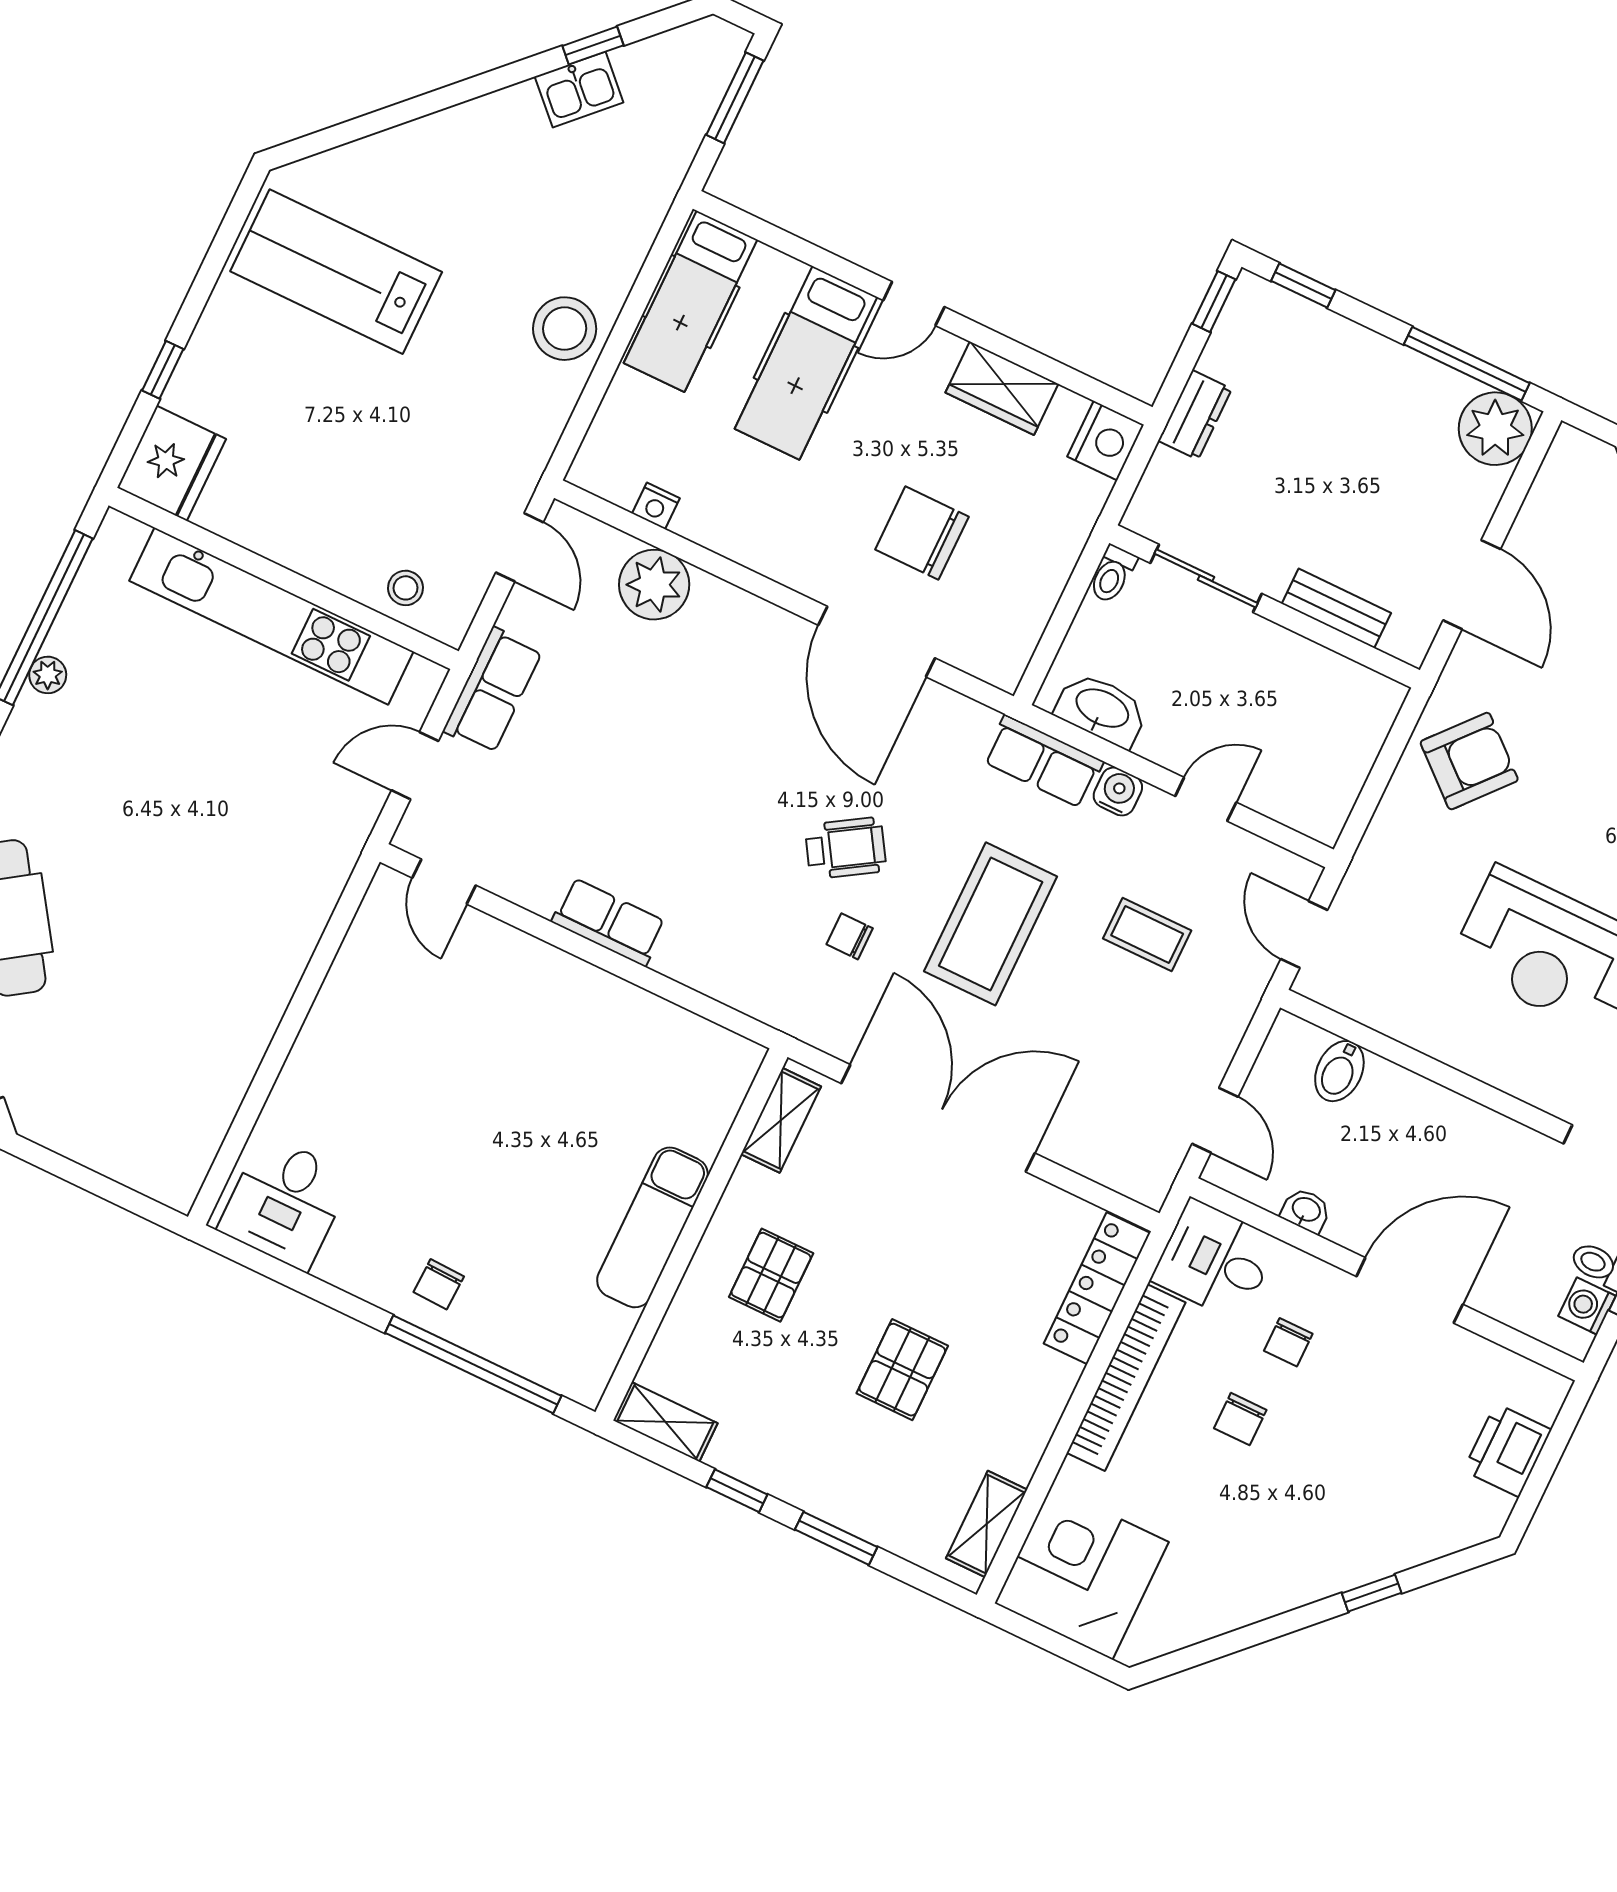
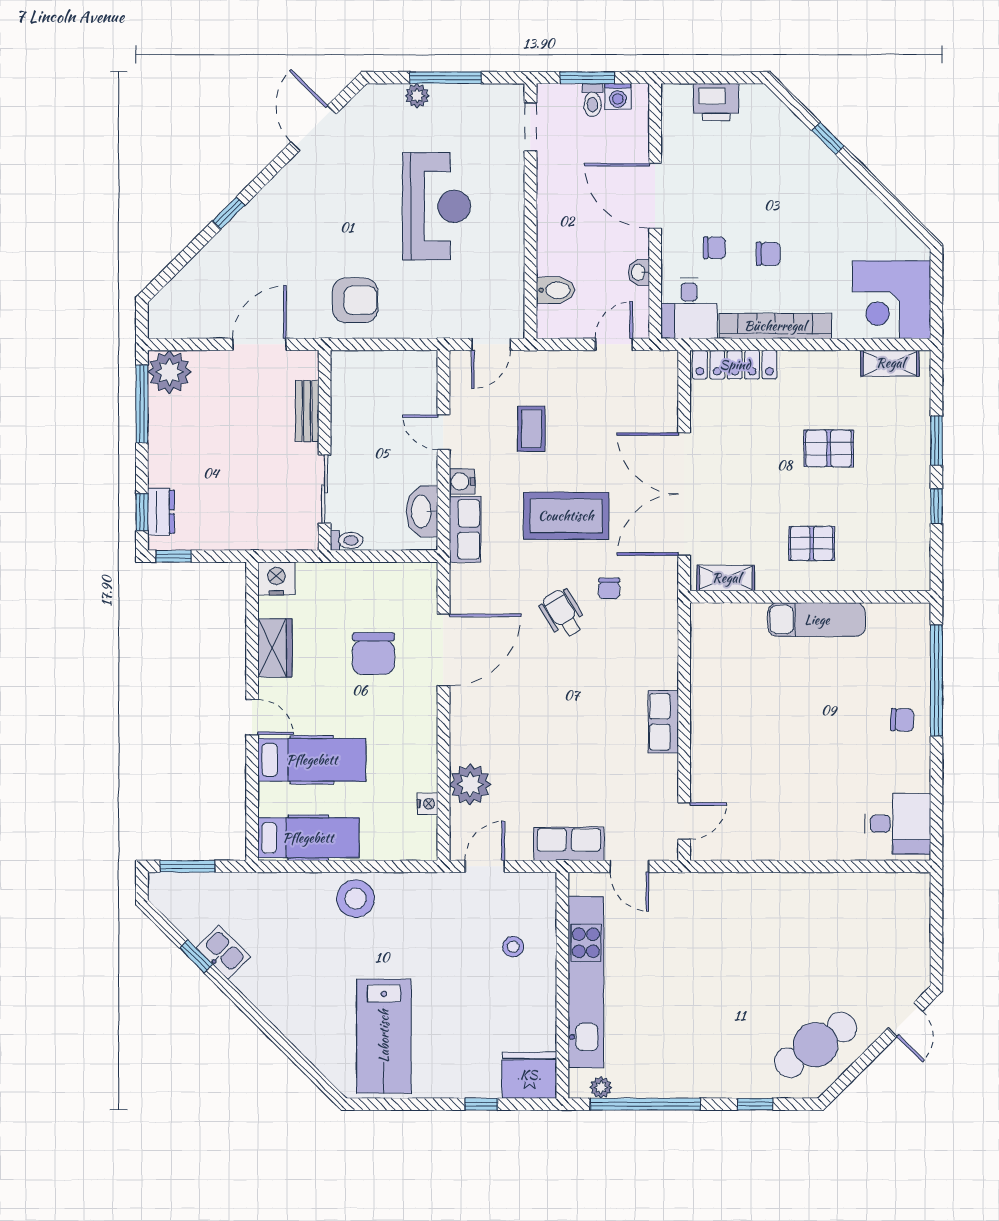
dresser: (1195, 415) -> (161, 512), moved, turned 90
stool: (405, 588) -> (513, 947), moved
plant: (48, 675) -> (601, 1087), moved
armchair: (1469, 761) -> (355, 300), turned 139
shelving: (665, 1422) -> (918, 562), removed

